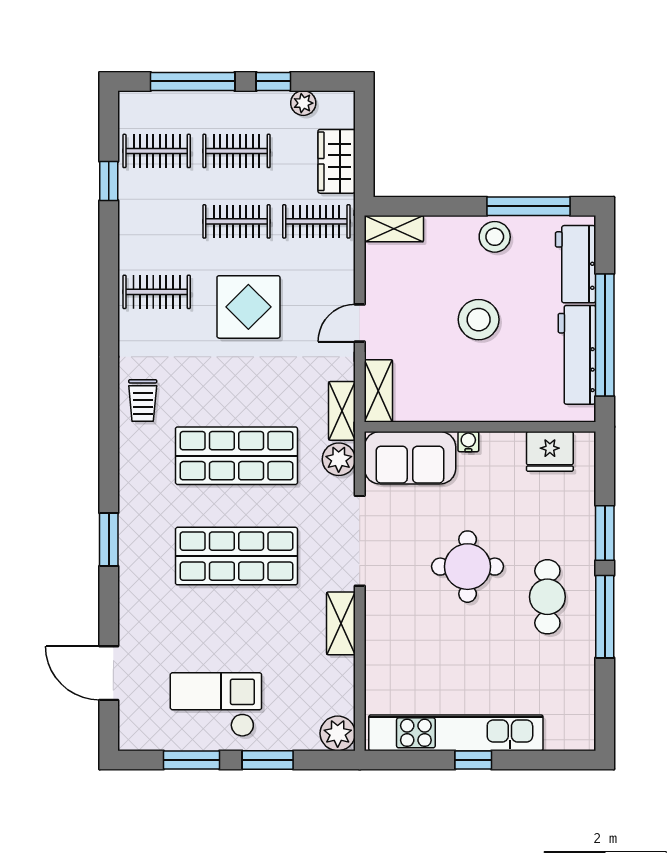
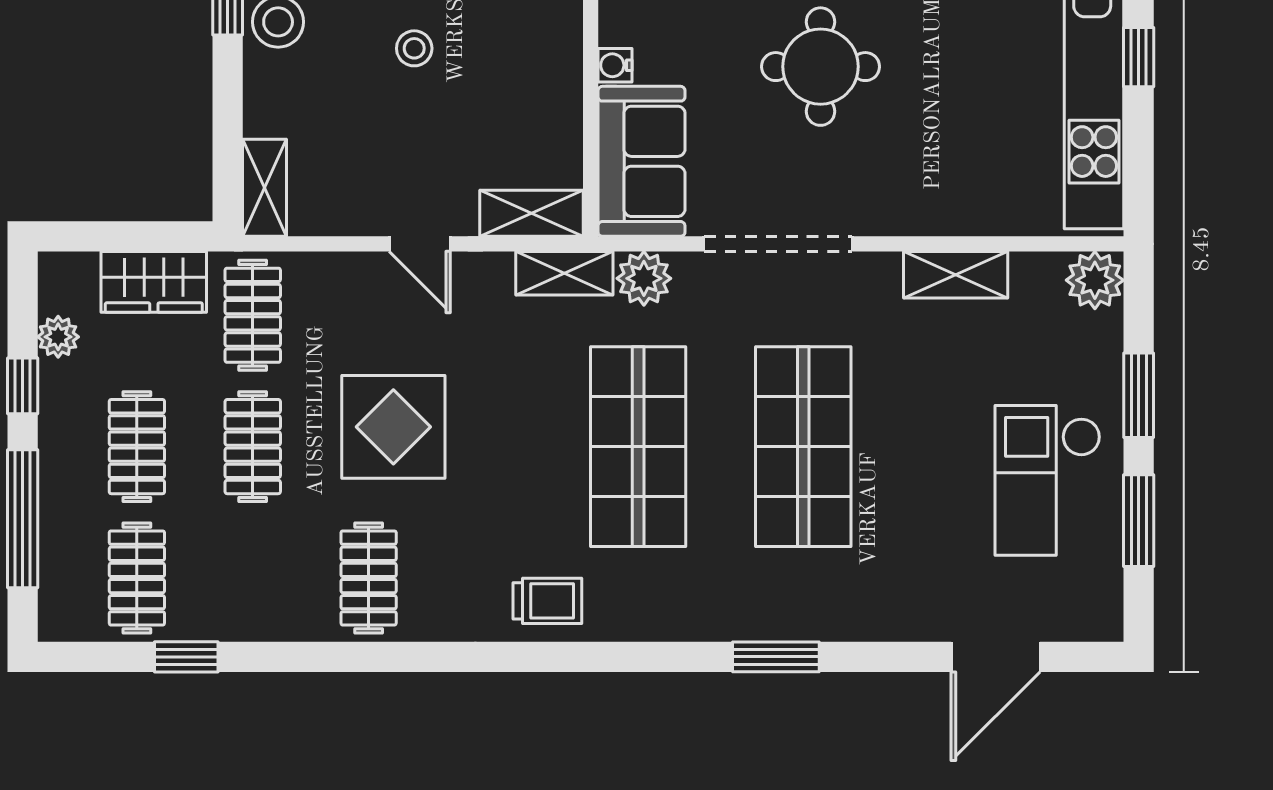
stool: (479, 320) -> (414, 48), width x0.53, depth x0.53
shelving: (341, 623) -> (956, 275), moved

